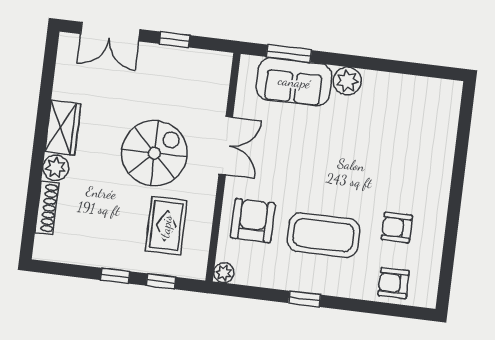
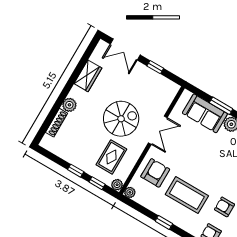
window: (289, 54) -> (221, 106), moved
wardrobe: (63, 128) -> (88, 76), moved
plant: (196, 269) -> (117, 185), added

